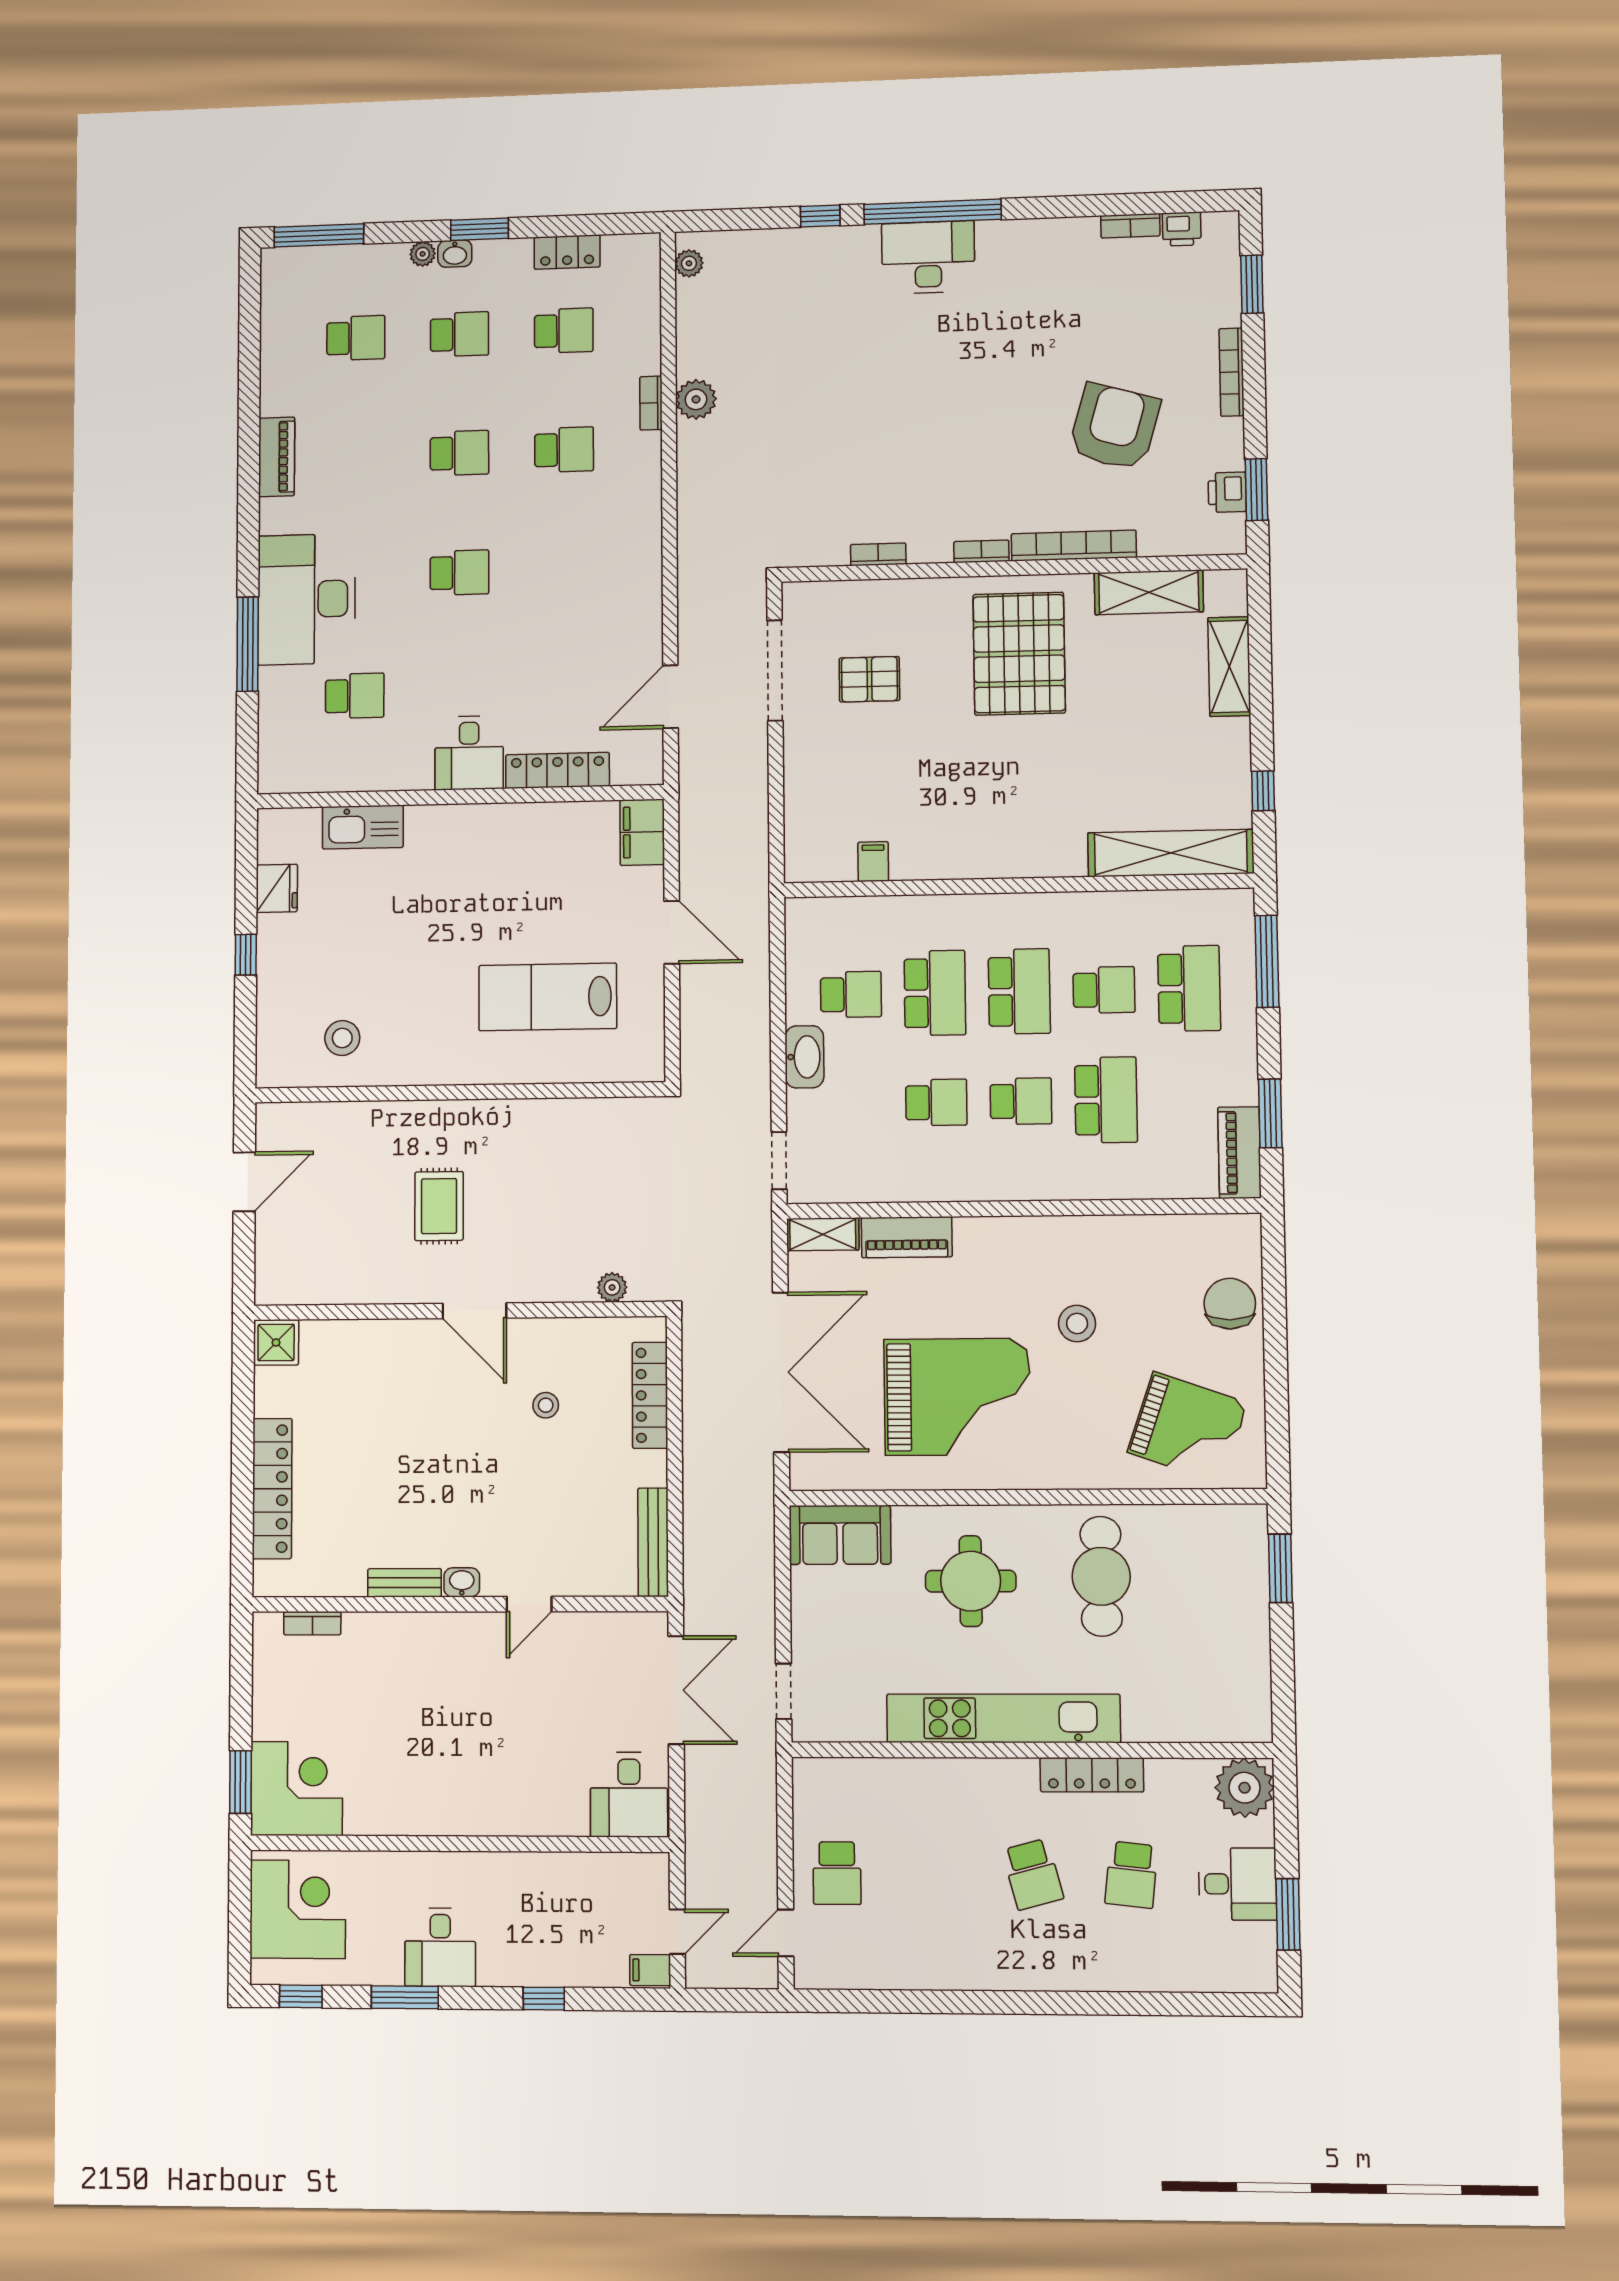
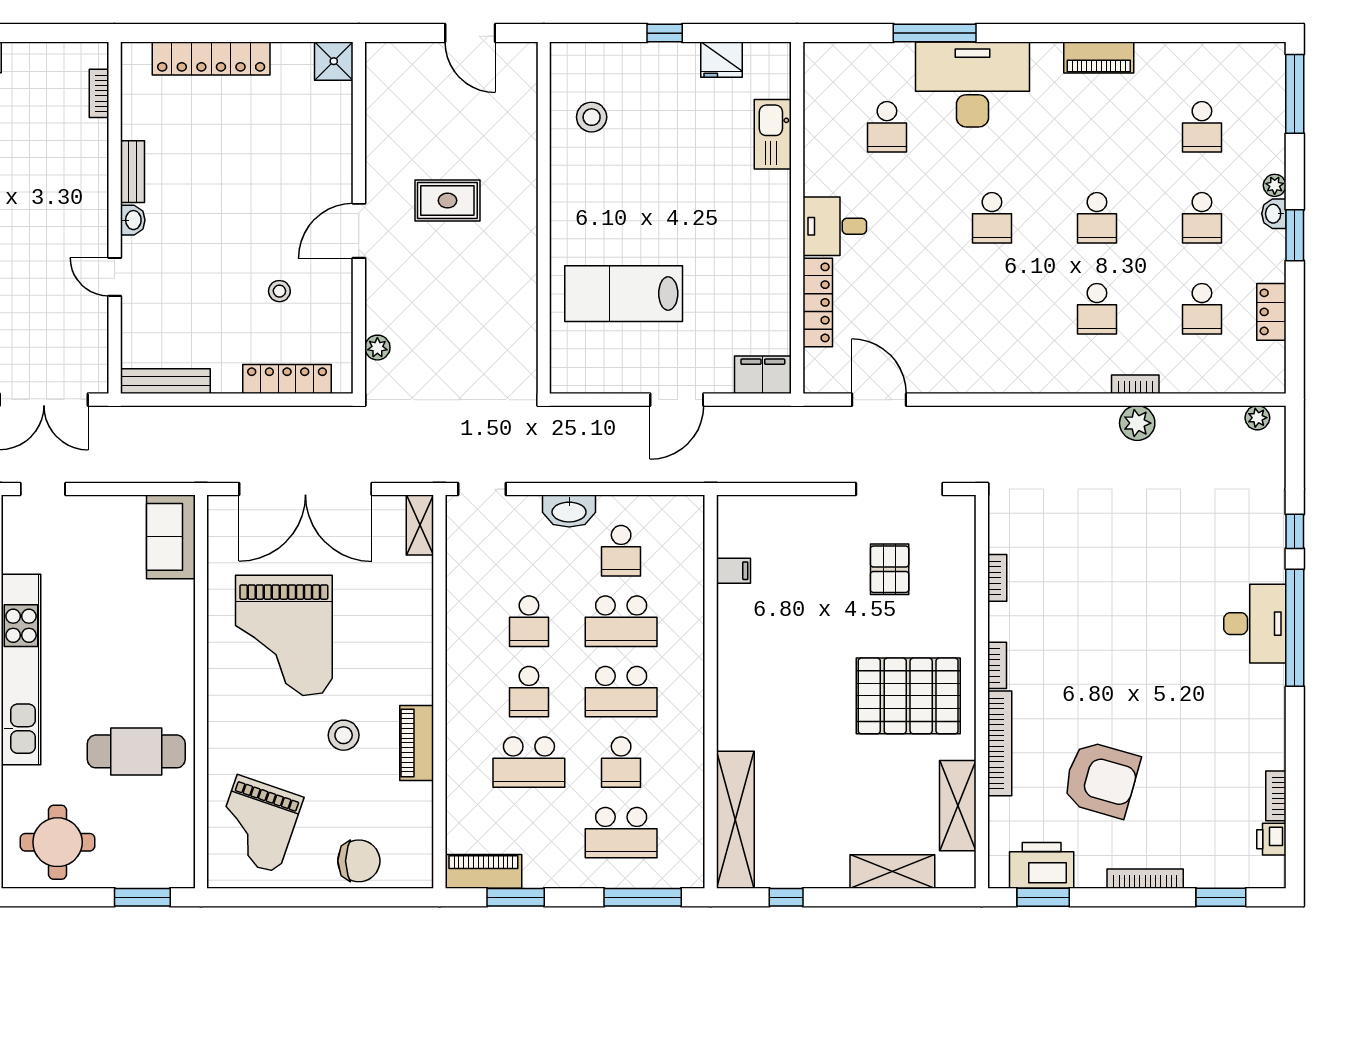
printer: (1227, 492) -> (1042, 865), width x1.87, depth x1.48
lab bench: (548, 997) -> (624, 294), turned -90
piano: (907, 1237) -> (417, 743), moved
round table: (971, 1581) -> (58, 842), moved

